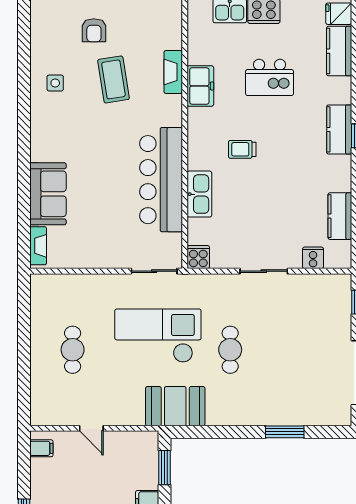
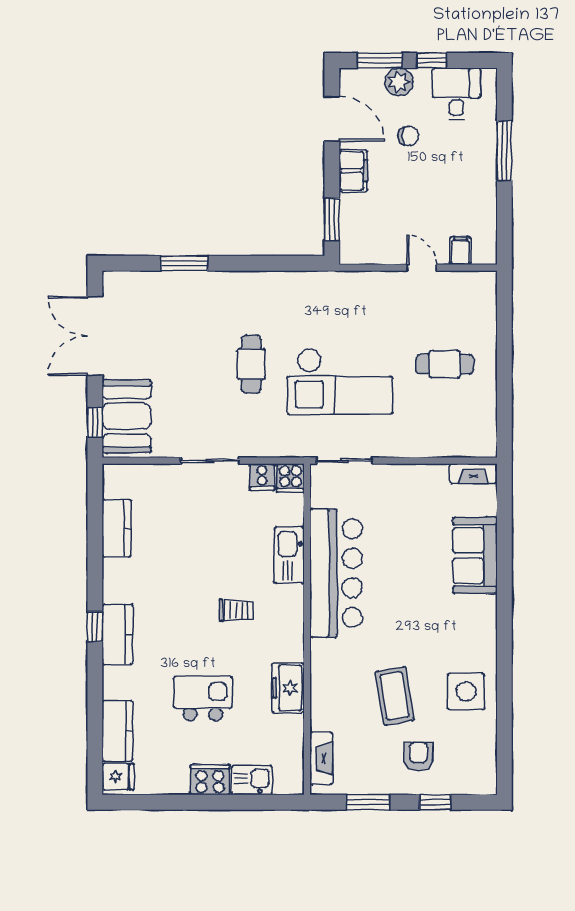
fireplace: (173, 72) -> (321, 758), moved
side table: (55, 83) -> (466, 692), width x1.87, depth x1.87
fireplace: (38, 246) -> (473, 474), moved, turned -90
cooker: (313, 258) -> (262, 477), moved
cafe table: (73, 350) -> (445, 364), turned 90
booth: (175, 406) -> (127, 416), moved, turned 90
filing cabinet: (41, 448) -> (460, 251), moved, turned 90

